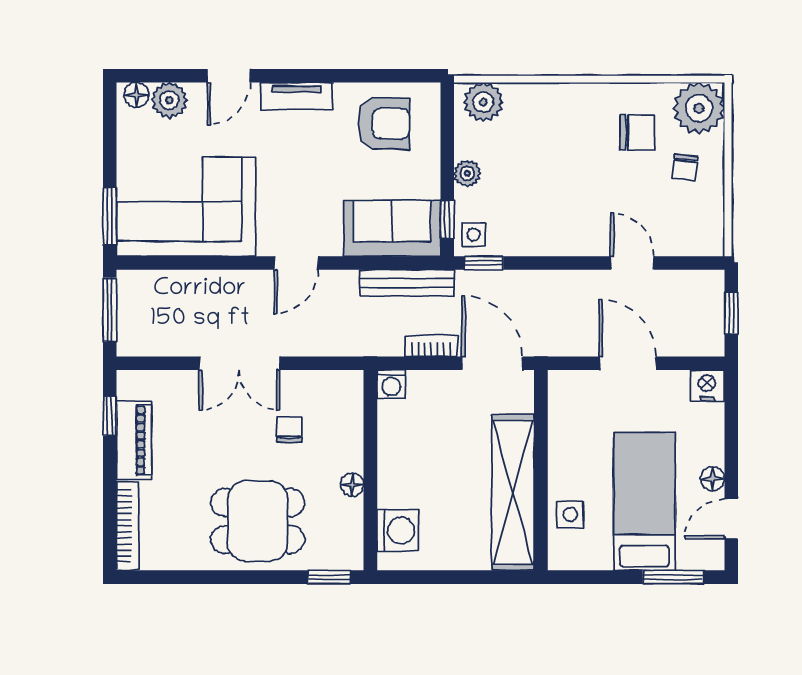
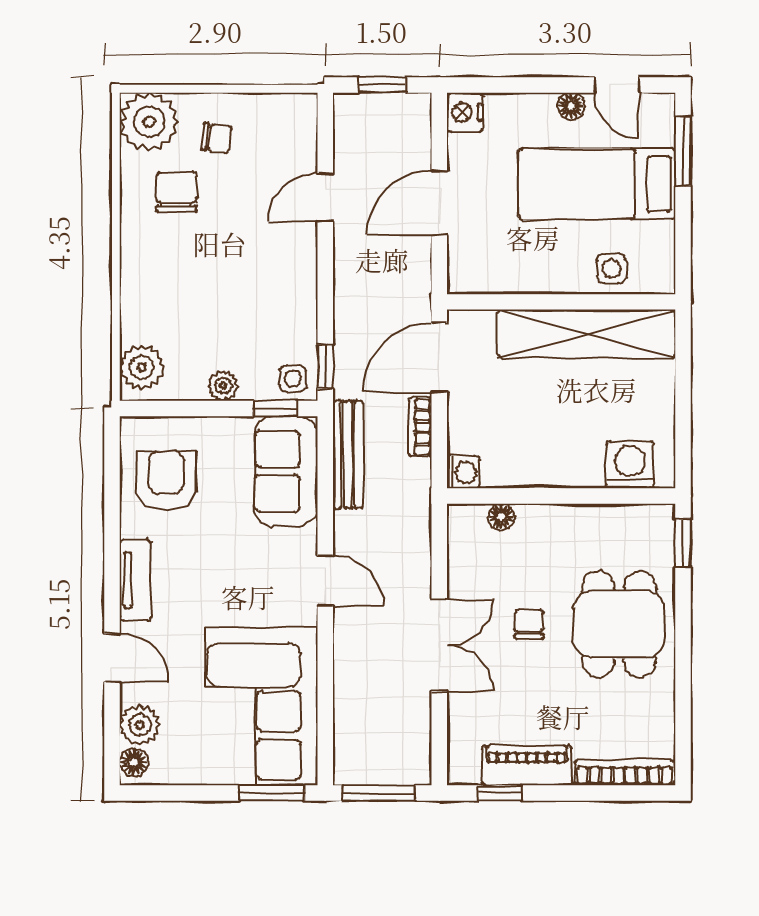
chair: (289, 430) -> (529, 624), moved, turned 90
floor lamp: (352, 485) -> (501, 517), moved

